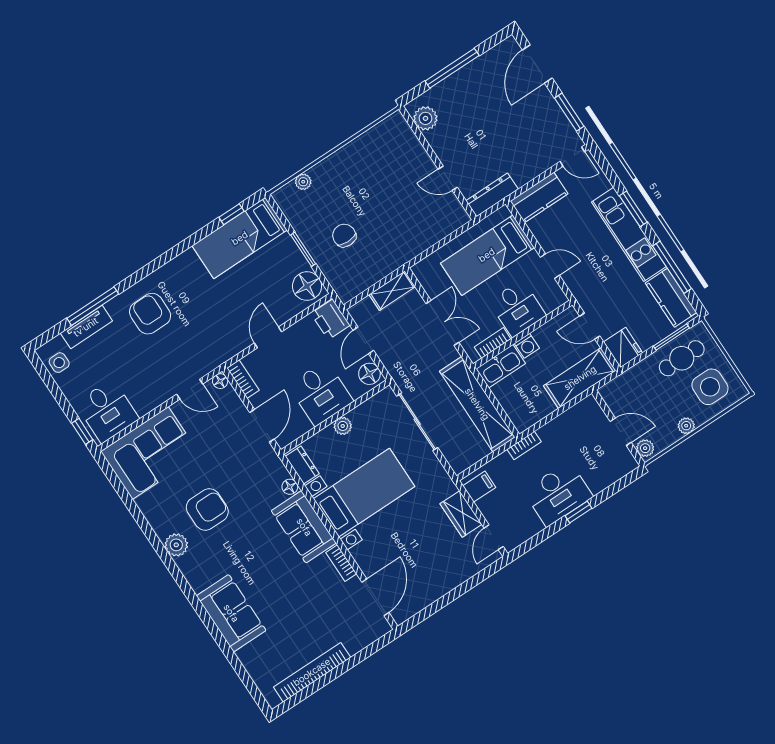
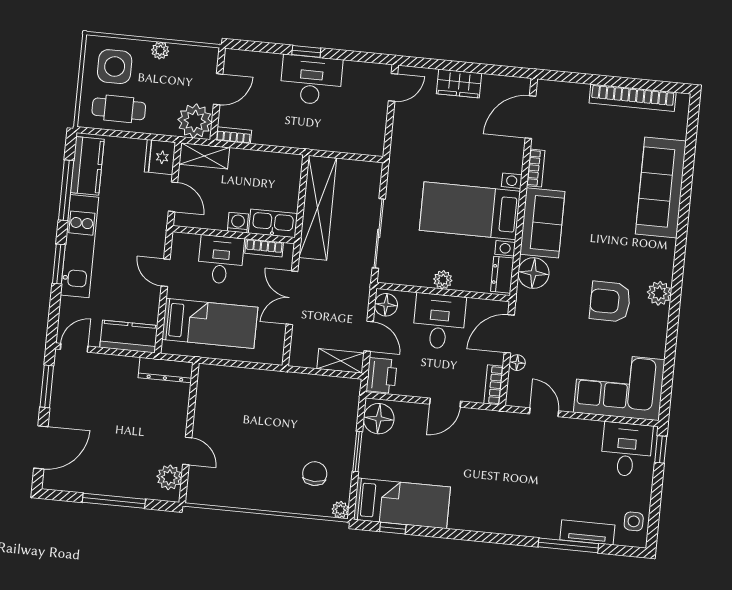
door: (572, 157) -> (74, 348), hinge flipped
door: (448, 178) -> (187, 451), moved
plant: (303, 182) -> (340, 510), moved
chair: (344, 235) -> (315, 474), moved, turned 180
shelving: (392, 291) -> (341, 361), moved
armchair: (150, 314) -> (526, 501), removed
window: (671, 337) -> (113, 133), removed
door: (363, 340) -> (369, 336), hinge flipped
shelving: (580, 378) -> (204, 156), width x0.67, depth x0.75
floor lamp: (220, 381) -> (517, 363), moved
door: (621, 432) -> (218, 89), swing flipped
bookcase: (524, 446) -> (234, 135), moved
plant: (645, 448) -> (195, 121), moved, width x1.88, depth x1.88
floor lamp: (290, 487) -> (533, 273), width x1.89, depth x1.89
filing cabinet: (479, 487) -> (371, 139), removed
wardrobe: (461, 514) -> (459, 83), moved, turned 90
sofa: (231, 613) -> (661, 187), width x1.36

